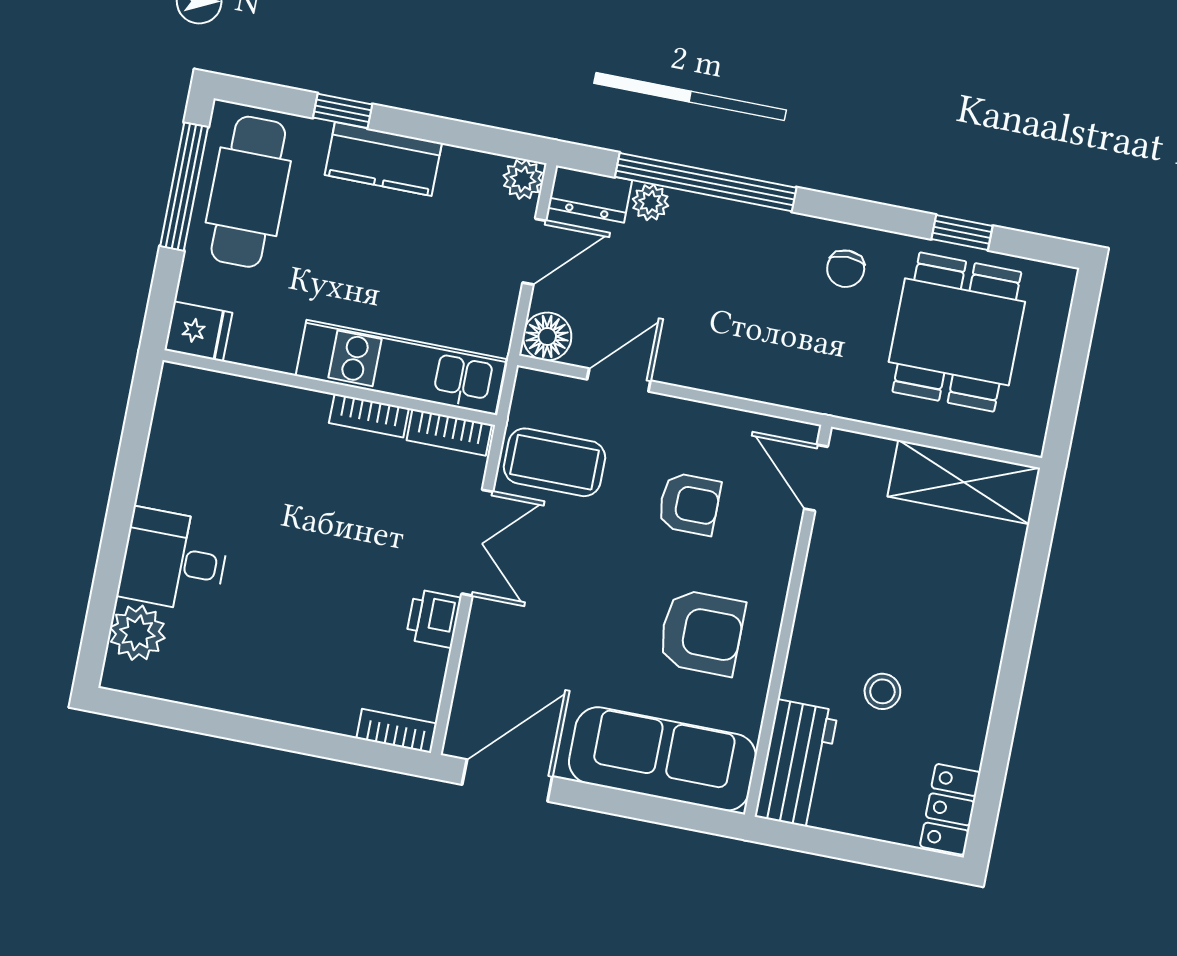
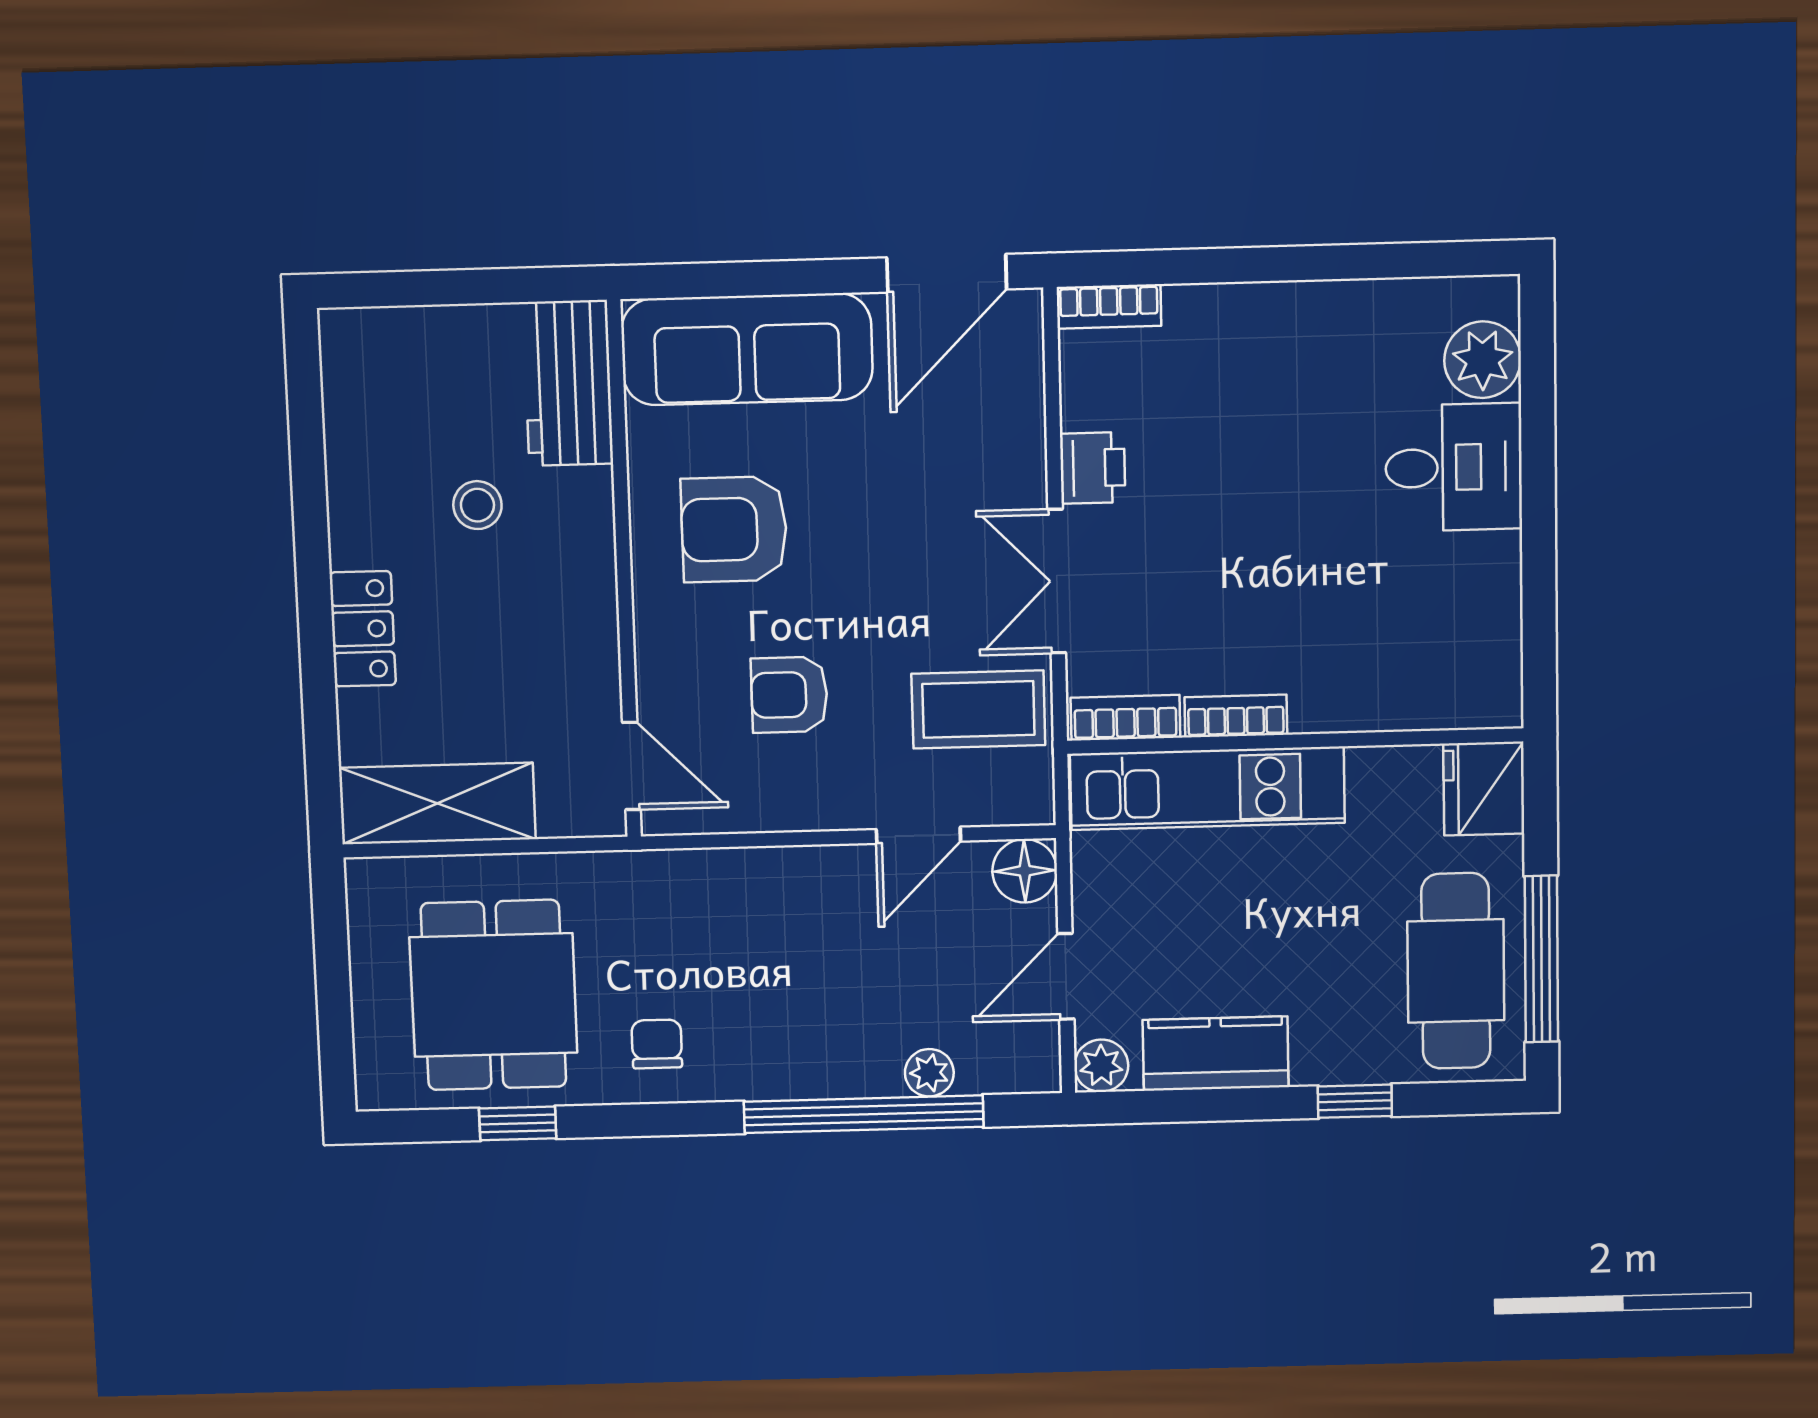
kitchen counter: (383, 159) -> (1216, 1054), moved
dresser: (590, 194) -> (1010, 1066), removed
fridge: (198, 331) -> (1484, 789), width x1.38
locker: (950, 809) -> (363, 629), moved

